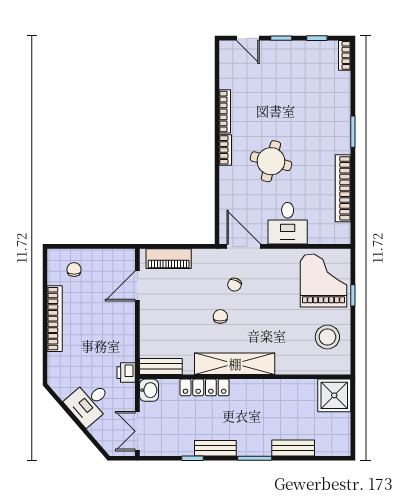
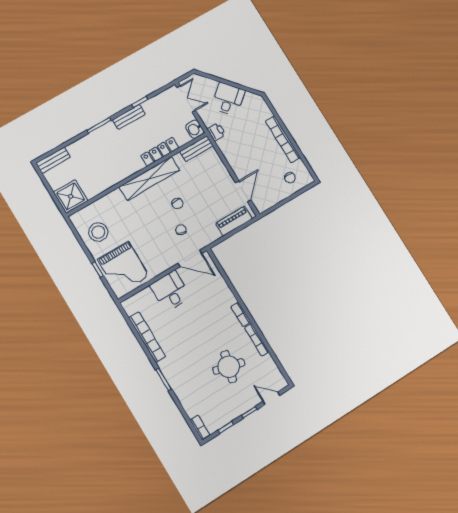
round table: (271, 161) -> (229, 367), moved
bench: (293, 448) -> (53, 160), moved

